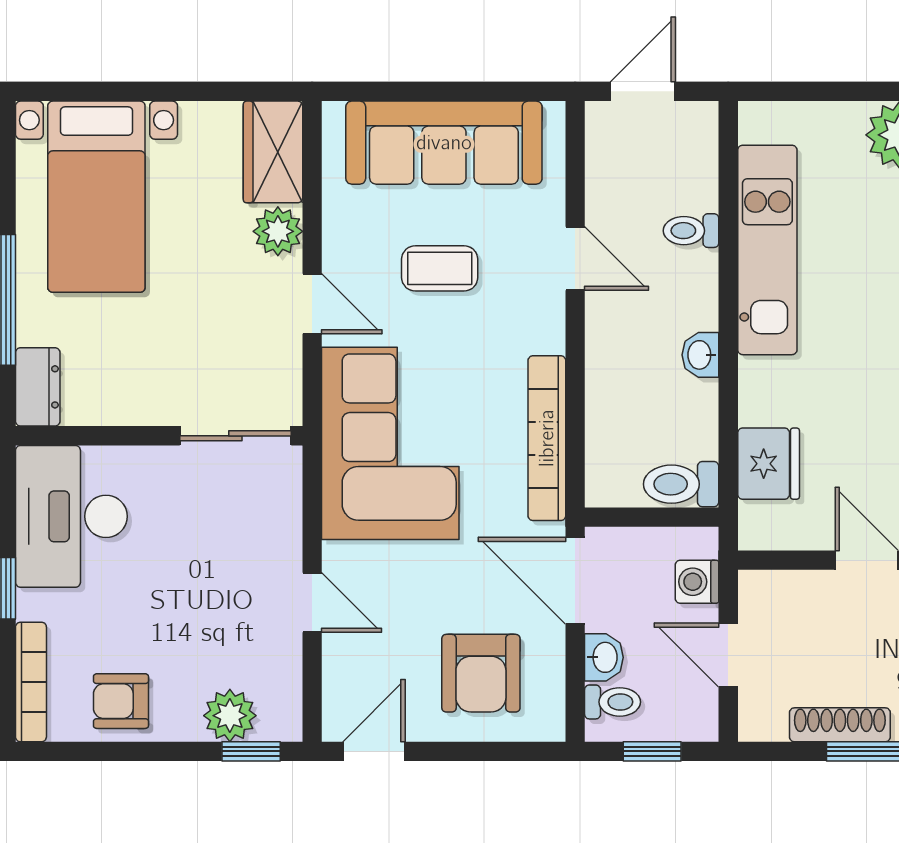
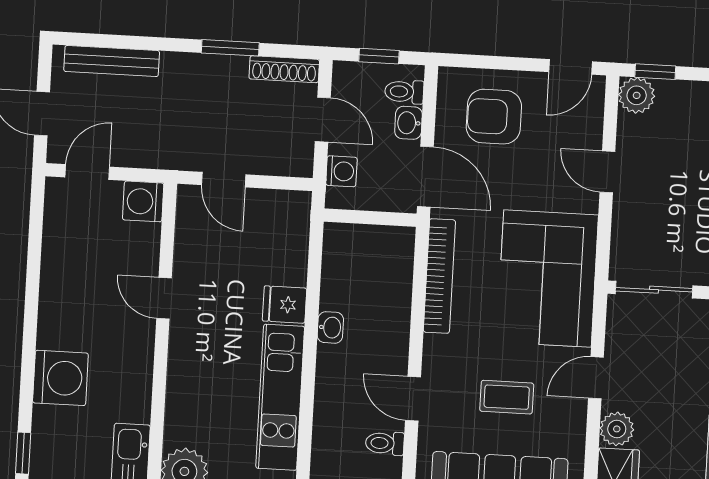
toilet: (691, 231) -> (385, 443), moved, turned 180
door: (312, 304) -> (596, 378), hinge flipped
fridge: (769, 464) -> (285, 305), moved, width x0.72
toilet: (681, 484) -> (349, 239), removed
armchair: (481, 673) -> (494, 117), turned -90
plant: (230, 716) -> (637, 95), moved
shoe rack: (840, 725) -> (284, 69), moved

